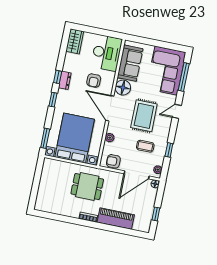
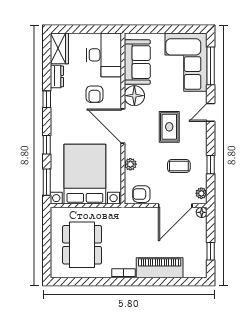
dresser: (65, 80) -> (57, 76), moved
window: (53, 100) -> (47, 145), moved
rug: (144, 116) -> (169, 127), width x0.73, depth x0.70
dining table: (87, 186) -> (82, 245), moved, width x1.38

